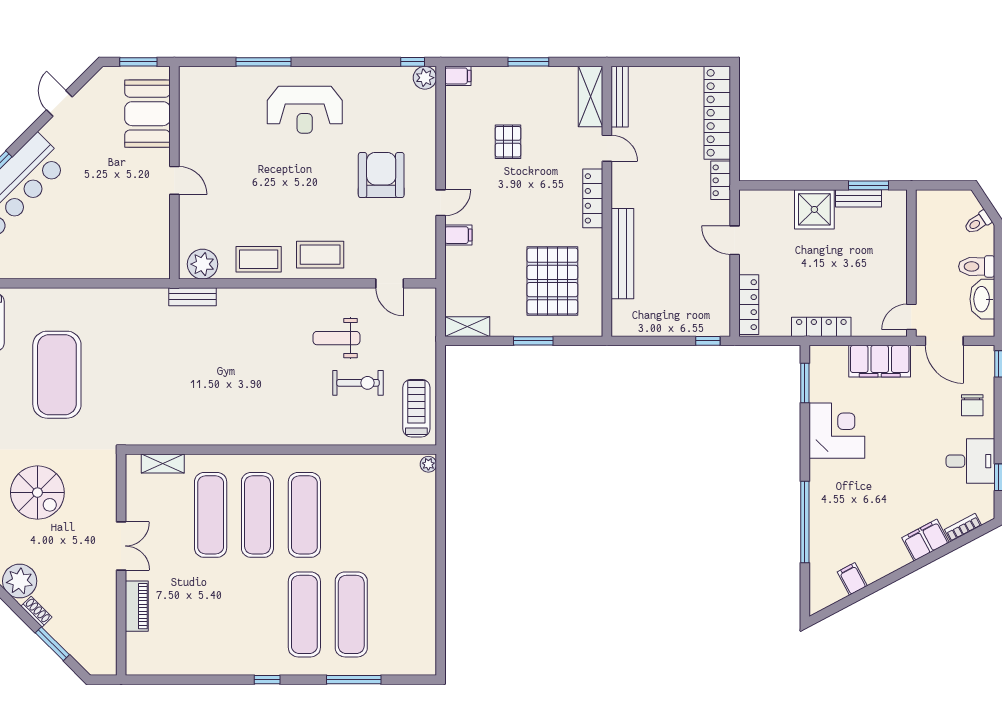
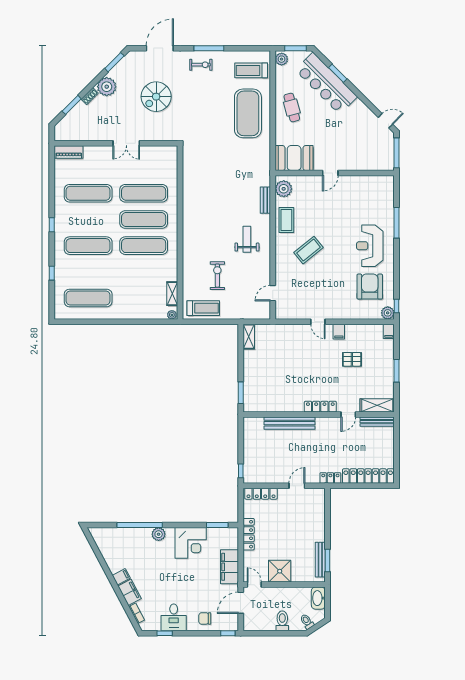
window: (138, 62) -> (396, 153), width x1.44
door: (59, 103) -> (385, 121), moved
booth: (148, 114) -> (294, 158), moved
armchair: (381, 175) -> (370, 287), moved, turned -90
bench: (859, 198) -> (320, 560), width x1.36
shower: (814, 209) -> (280, 571), moved
filing cabinet: (458, 235) -> (339, 332), moved
cafe table: (57, 250) -> (292, 108), added
coffee table: (320, 255) -> (309, 250), moved, turned 51
pallet: (552, 281) -> (274, 384), removed
bench: (192, 297) -> (265, 200), moved
washbasin: (982, 299) -> (318, 598), moved, turned -90
weight bench: (337, 338) -> (247, 239), moved
window: (533, 341) -> (241, 393), moved
exercise mat: (57, 375) -> (248, 113), moved, turned 90
exercise bike: (358, 383) -> (217, 276), turned 180
shelving: (163, 464) -> (172, 294), moved
plant: (821, 488) -> (159, 534), added
filing cabinet: (852, 579) -> (121, 577), moved
piano: (137, 606) -> (69, 152), moved
exercise mat: (211, 614) -> (88, 193), added
exercise mat: (351, 614) -> (88, 298), moved
window: (354, 680) -> (52, 273), width x0.46

